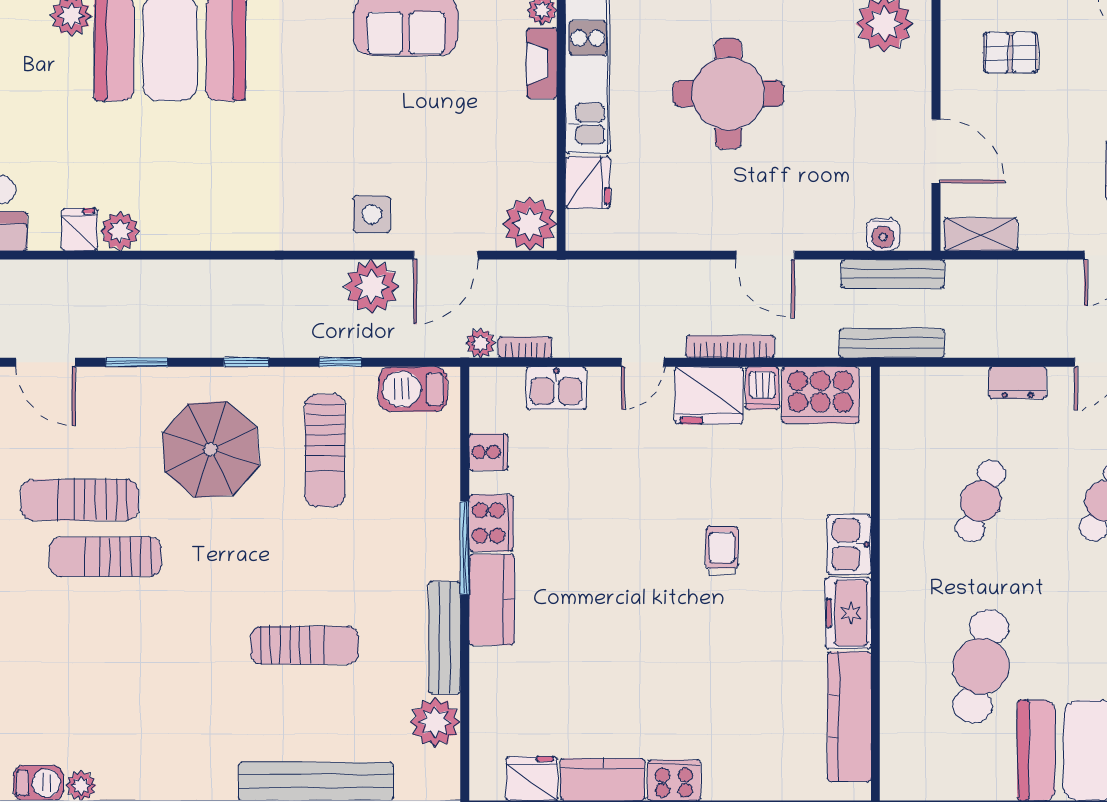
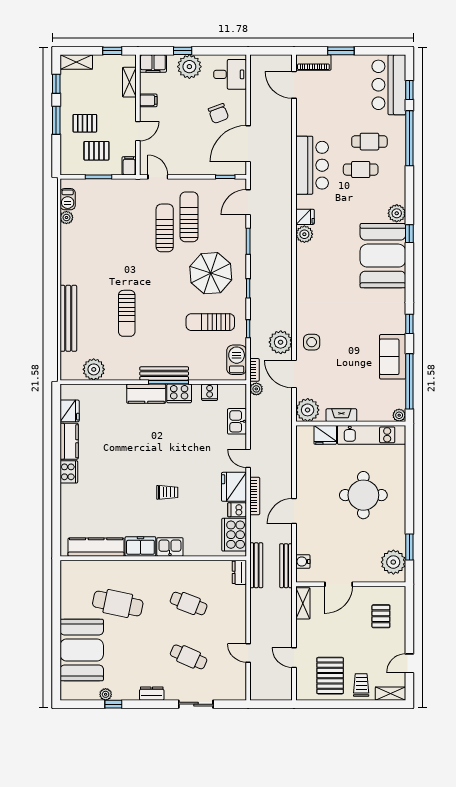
fireplace: (542, 63) -> (341, 415), moved
bookcase: (525, 347) -> (255, 370), moved
dresser: (1018, 383) -> (239, 572), moved
bench: (445, 638) -> (164, 373), moved

